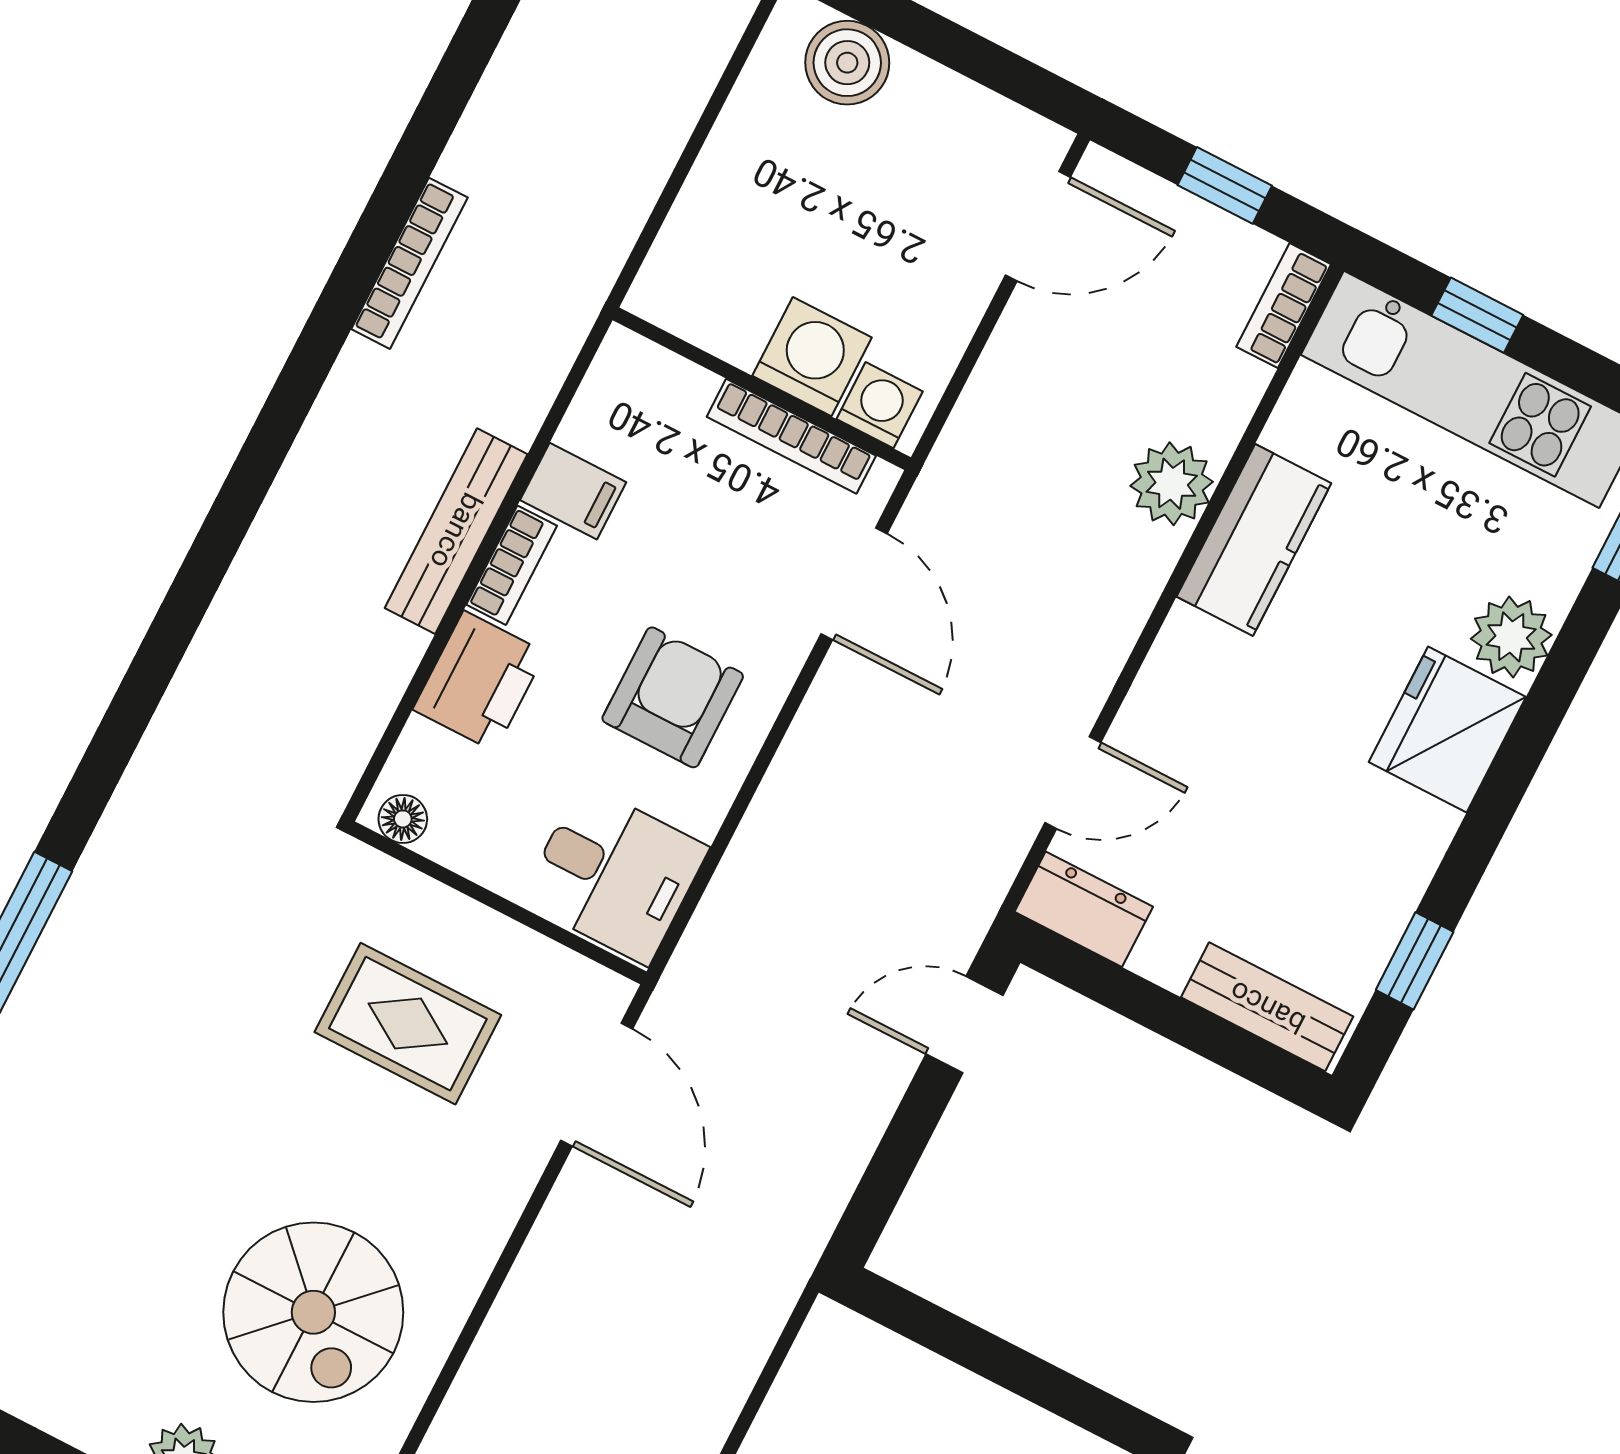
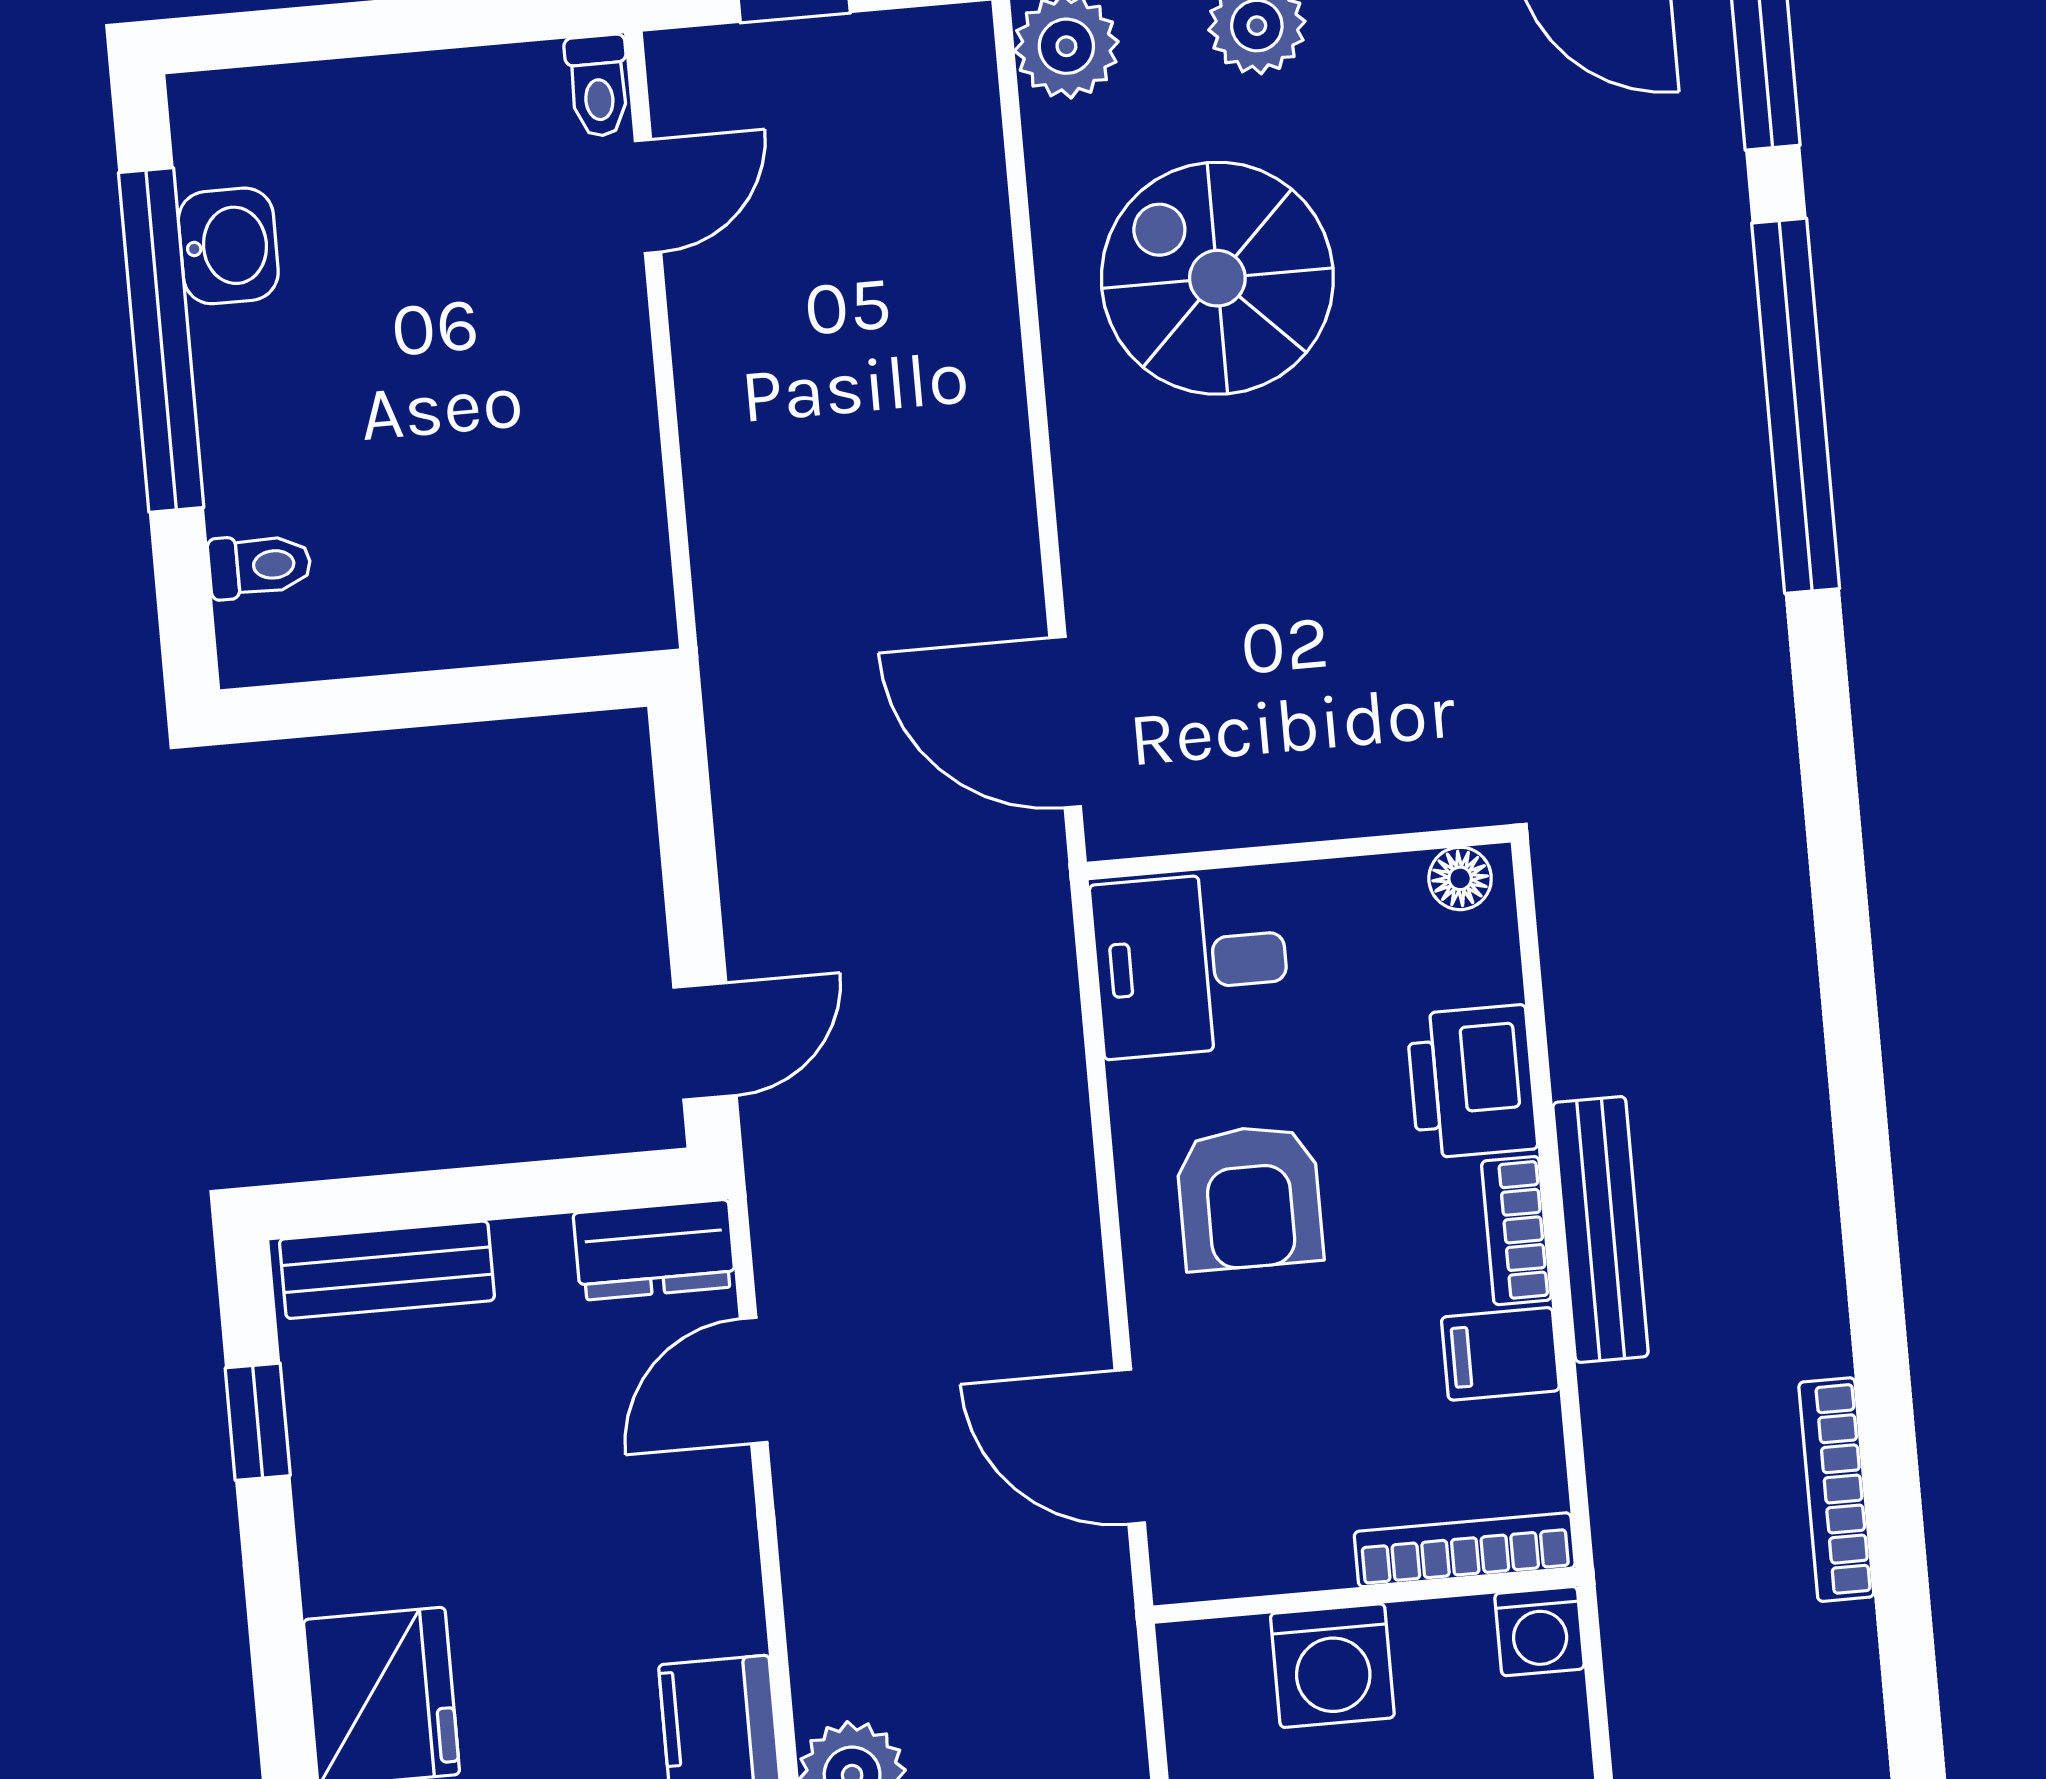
washing machine: (880, 405) -> (1539, 1631), moved
bookcase: (791, 436) -> (1465, 1550), moved
rug: (408, 1024) -> (1313, 659), removed

